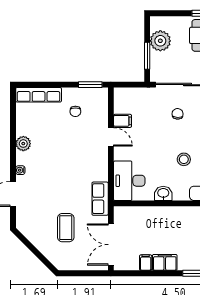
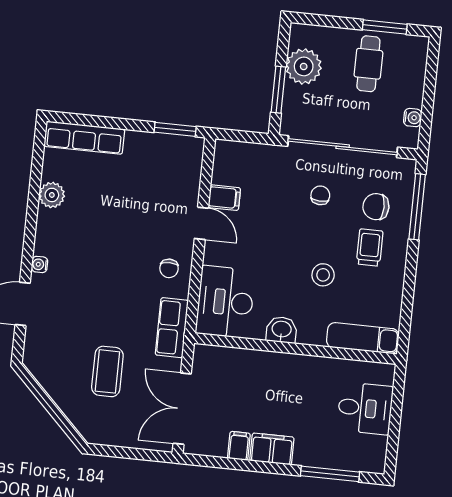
chair: (75, 111) -> (169, 268), moved
plant: (23, 144) -> (52, 195), moved

